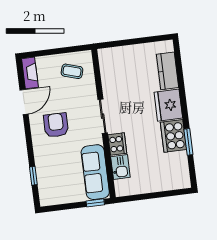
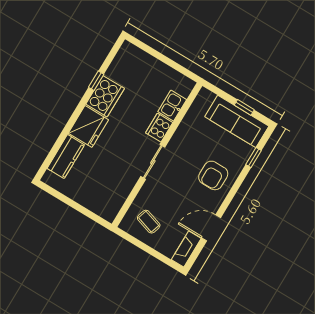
armchair: (56, 125) -> (213, 175), moved
window: (188, 142) -> (96, 81), width x0.67
sofa: (95, 172) -> (237, 121), moved, turned 90
window: (95, 203) -> (244, 107), moved

